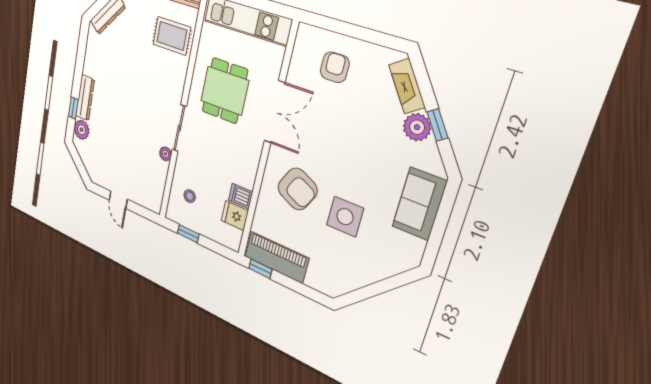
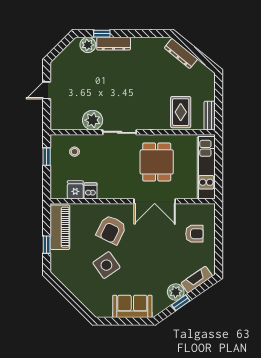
dining table: (225, 91) -> (157, 162), turned 90
plant: (165, 154) -> (93, 120), width x1.88, depth x1.88
side table: (345, 217) -> (106, 265), turned -35
window: (260, 269) -> (47, 245), moved

